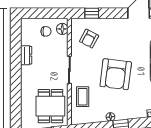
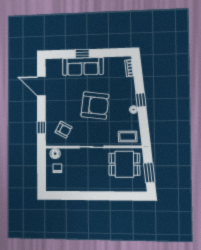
dresser: (26, 55) -> (79, 186), removed
coffee table: (83, 97) -> (128, 137), moved

